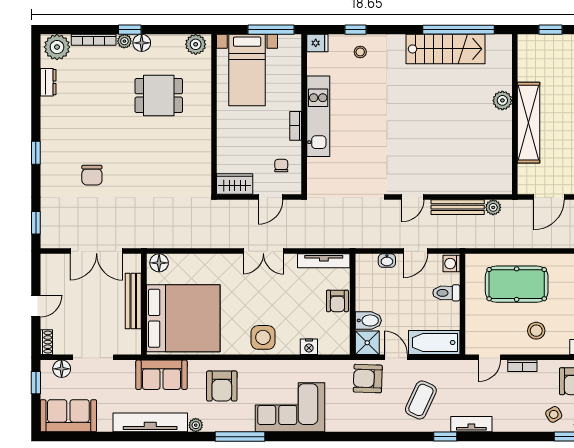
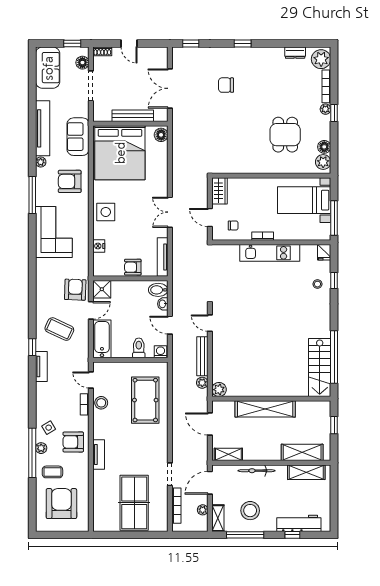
floor lamp: (142, 43) -> (324, 147), moved
stairs: (446, 49) -> (320, 367), moved
plant: (502, 100) -> (219, 390), moved
bidet: (368, 320) -> (158, 290), moved, turned 90
stool: (536, 331) -> (101, 403), moved

